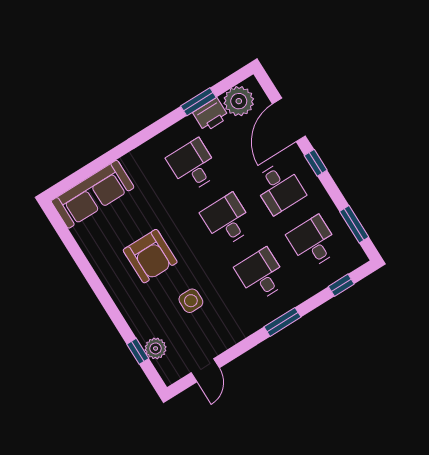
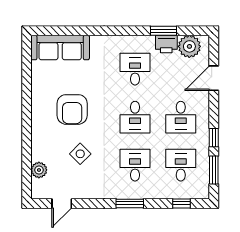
door: (289, 120) -> (214, 78), width x0.73
window: (316, 163) -> (214, 138), moved
desk: (227, 220) -> (135, 117), turned 180
side table: (191, 301) -> (80, 154), turned 45
window: (138, 351) -> (27, 165), removed

